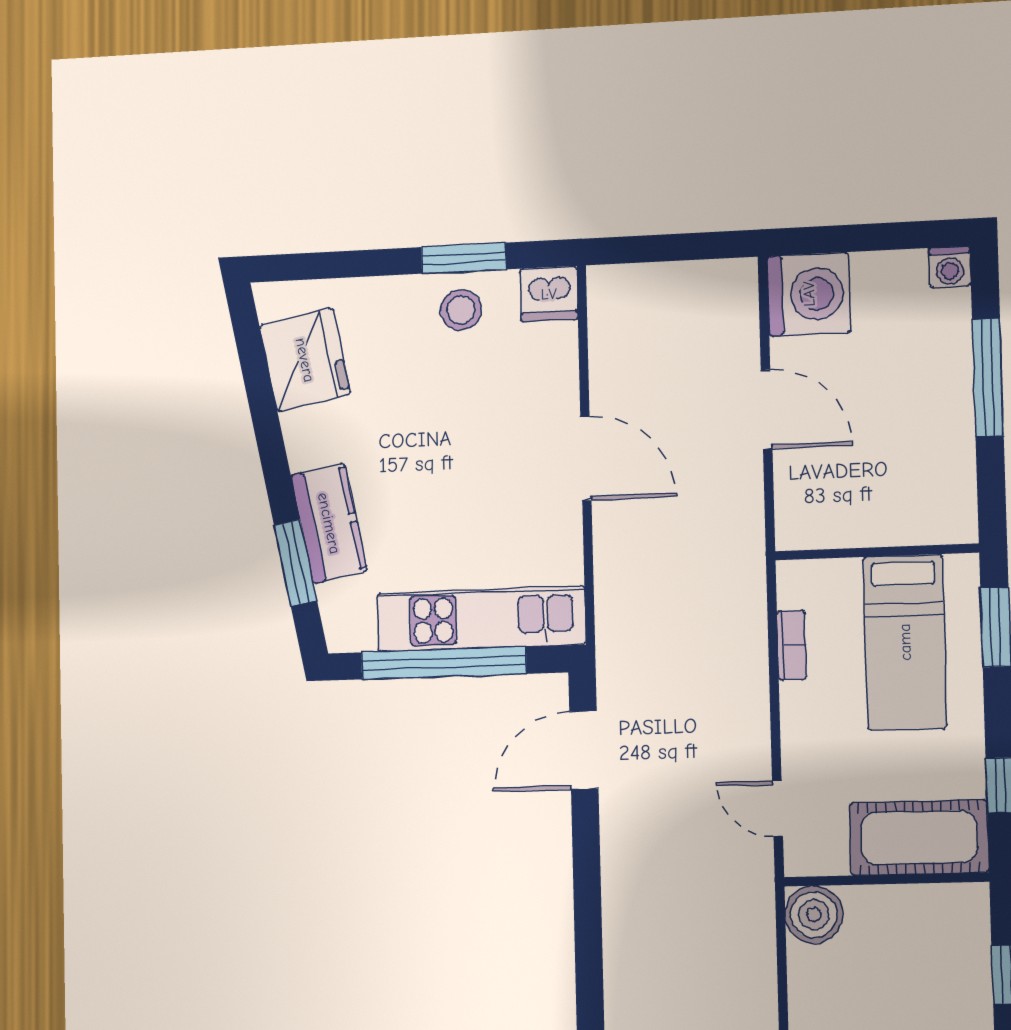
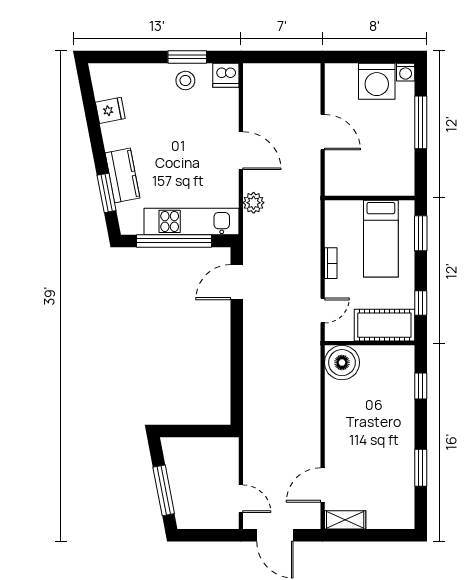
washing machine: (809, 294) -> (377, 81), moved, turned 90
fridge: (305, 360) -> (110, 110), width x0.53, depth x0.75
plant: (617, 572) -> (254, 203), added
bookcase: (792, 645) -> (331, 263), moved
door: (778, 808) -> (323, 311), swing flipped
boiler: (814, 915) -> (342, 363), width x1.37, depth x1.37

